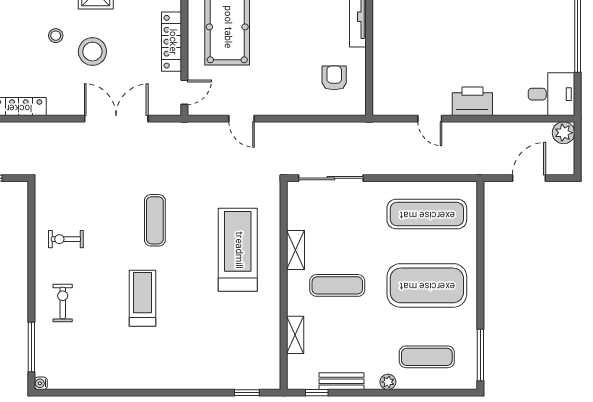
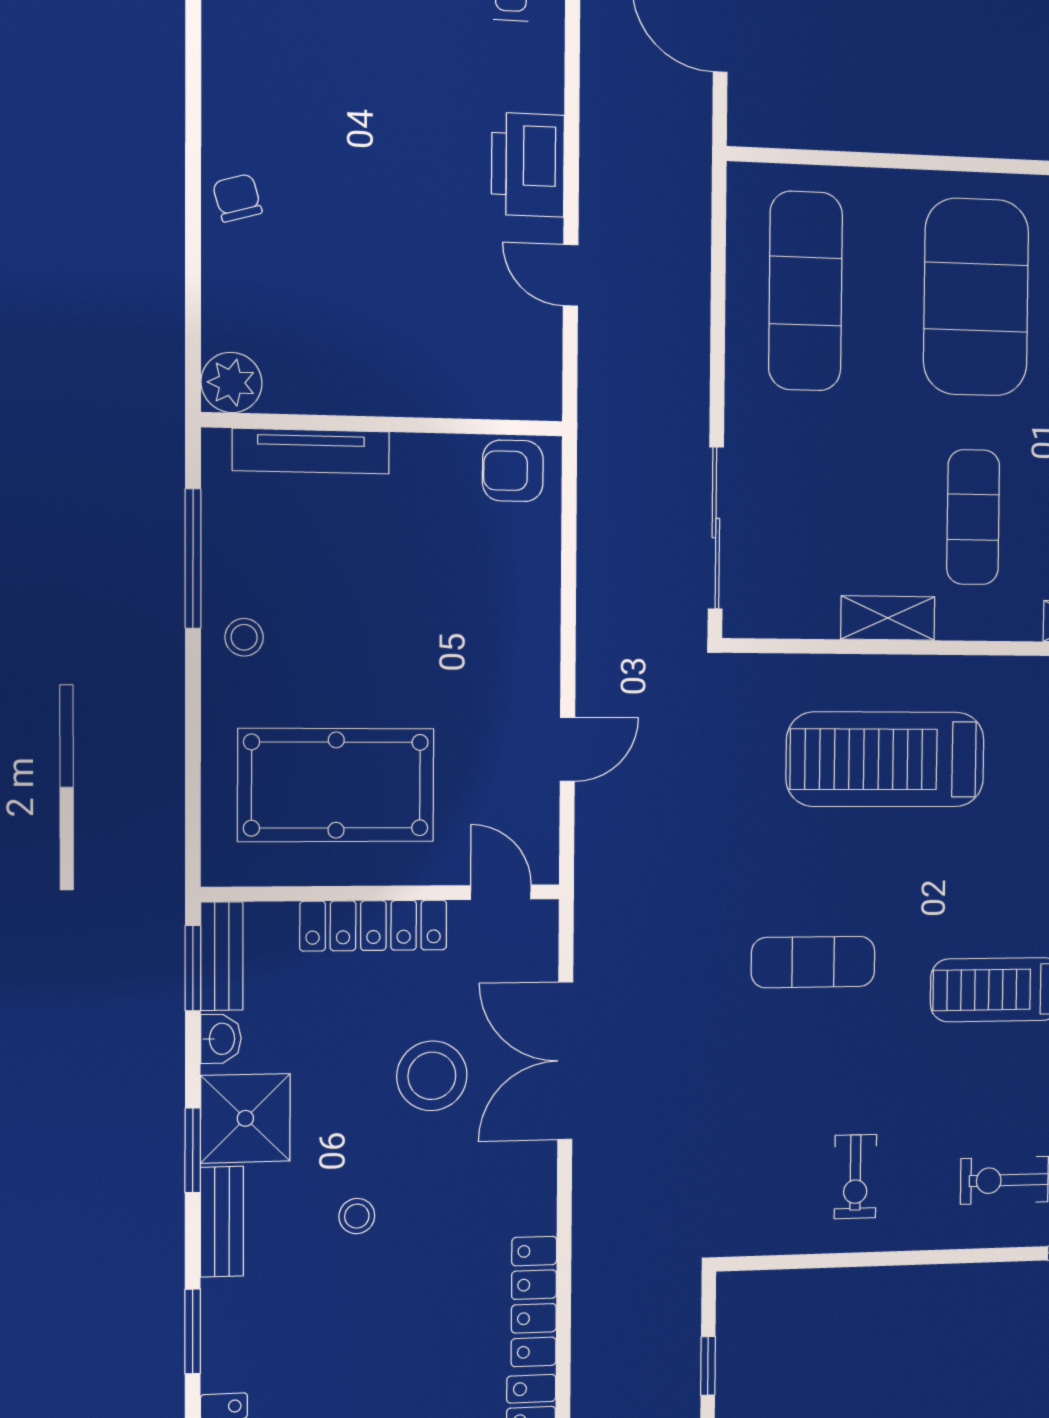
stool: (92, 52) -> (432, 1076), moved
armchair: (334, 78) -> (513, 471), moved
door: (430, 119) -> (571, 275), swing flipped

